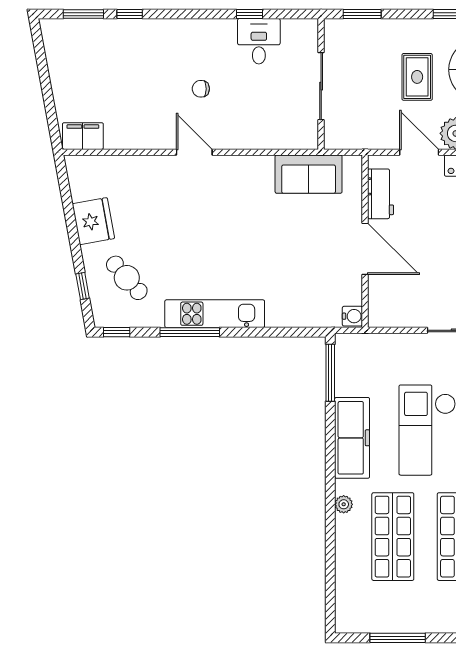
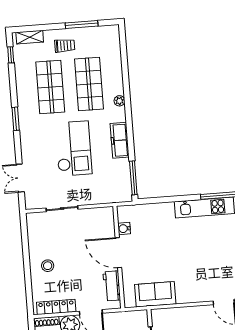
water cooler: (352, 316) -> (124, 229), moved
freezer: (352, 438) -> (120, 140), width x0.73, depth x0.79
trolley: (429, 604) -> (65, 46), added

